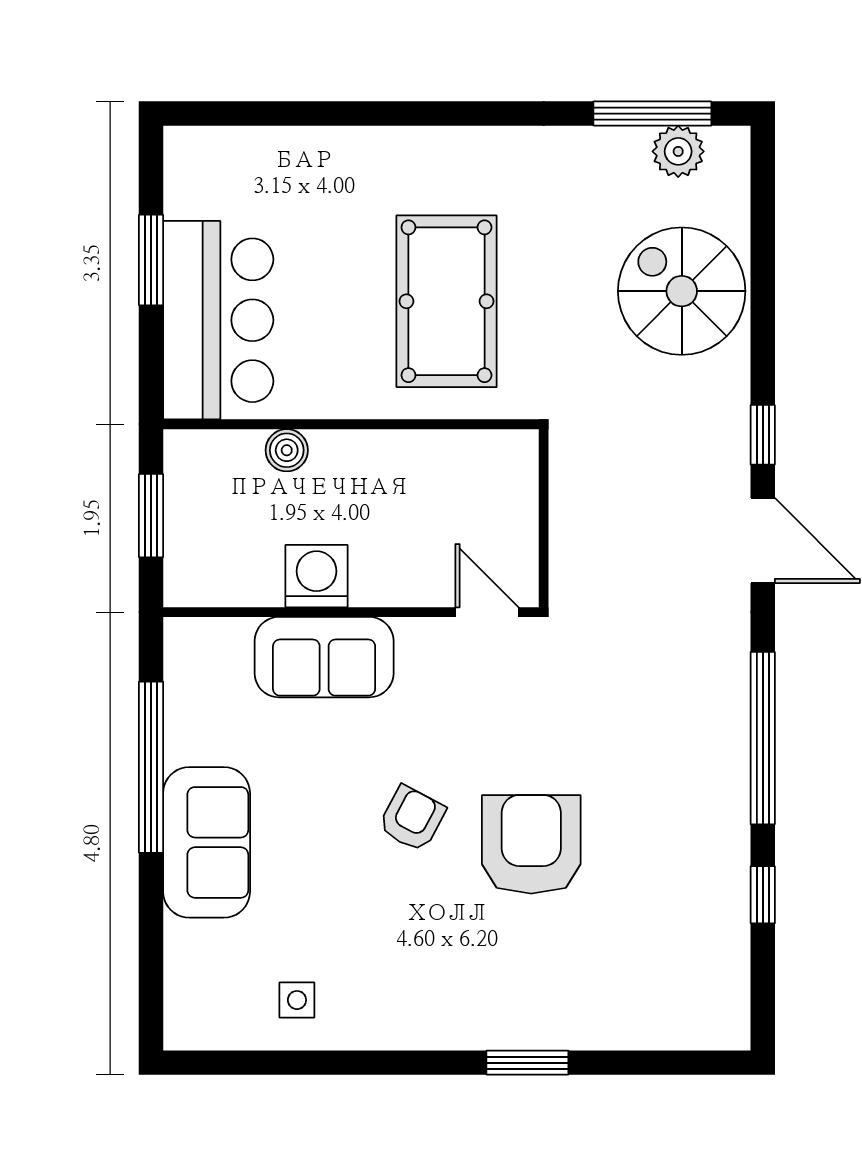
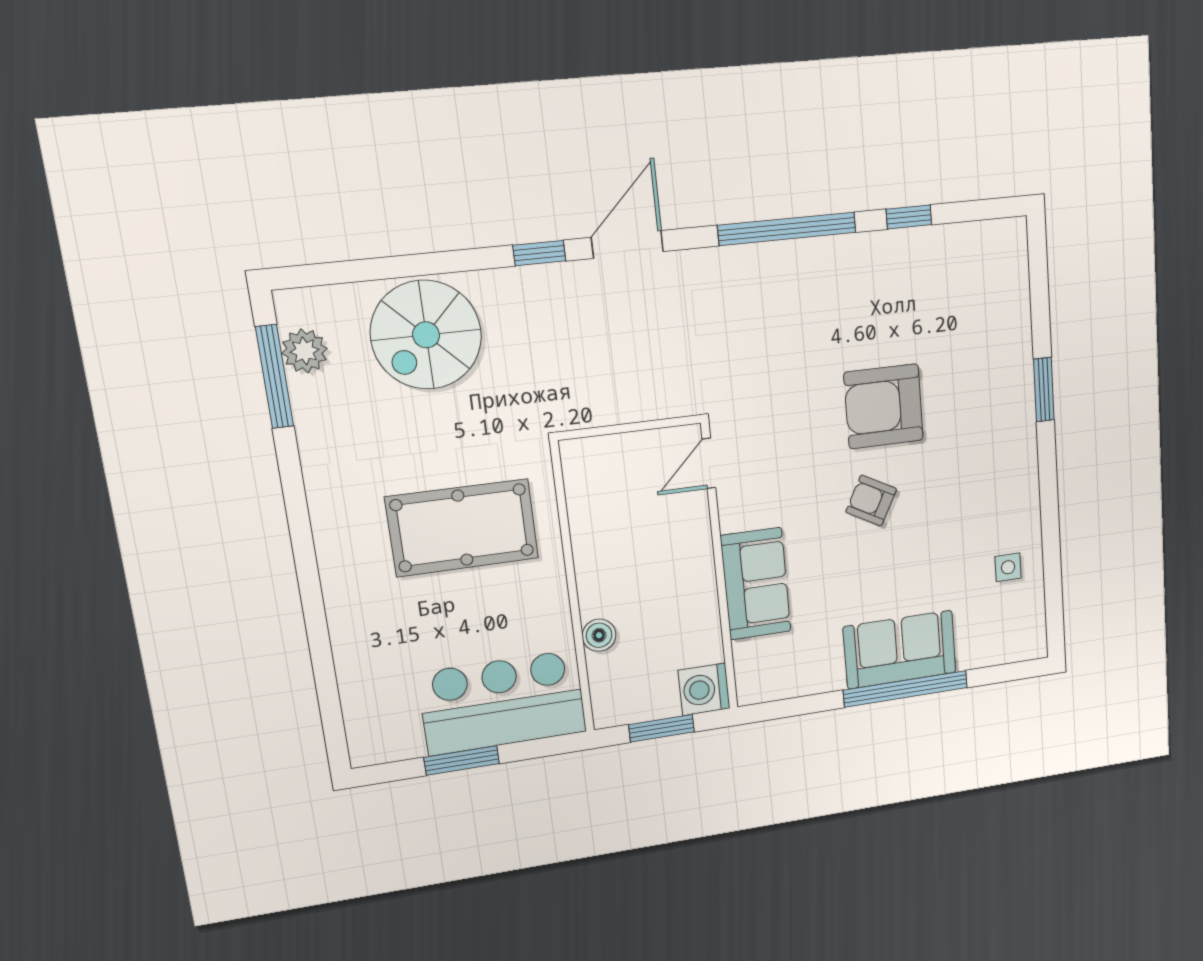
washing machine: (317, 576) -> (704, 689), moved
window: (151, 767) -> (906, 689), moved

